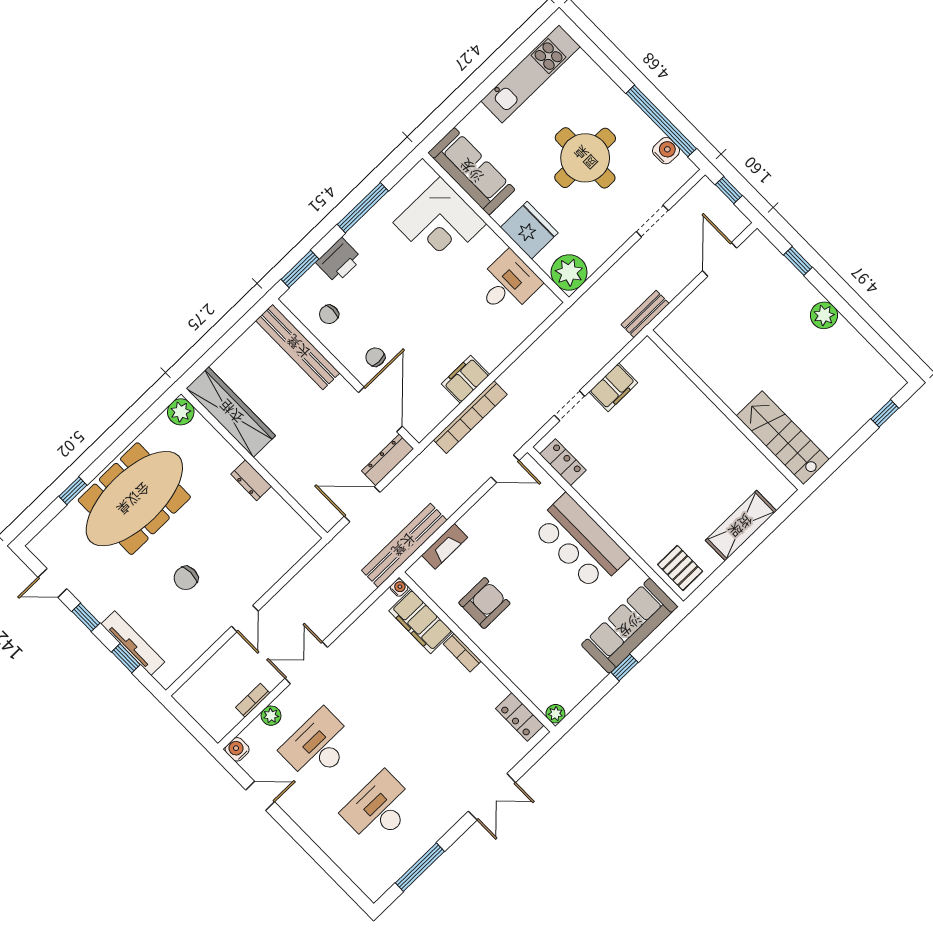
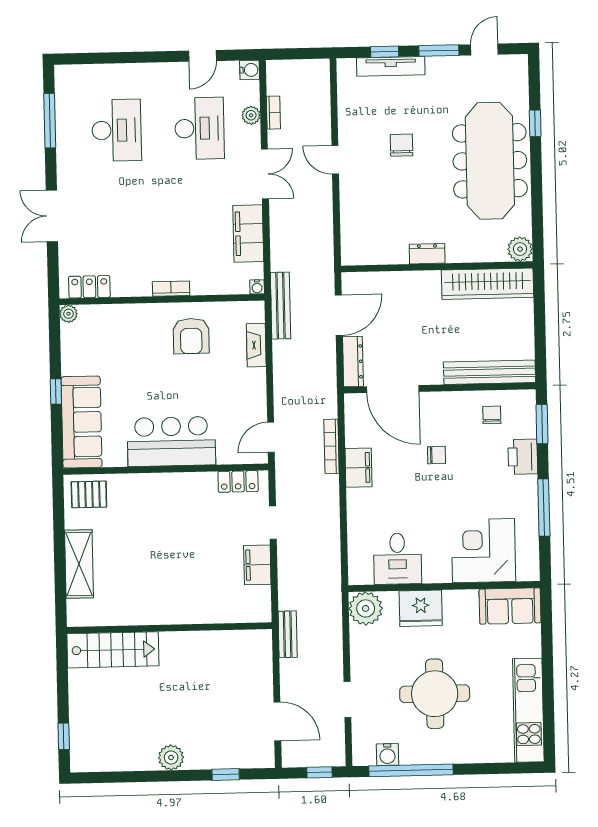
sofa: (471, 171) -> (510, 606), width x0.73
chair: (375, 357) -> (437, 455), moved
bookcase: (470, 417) -> (331, 446), width x0.68, depth x0.76
bench: (404, 545) -> (281, 306), width x0.73, depth x0.82
window: (86, 617) -> (439, 50), width x1.50
filing cabinet: (421, 621) -> (248, 234), moved, turned -90

